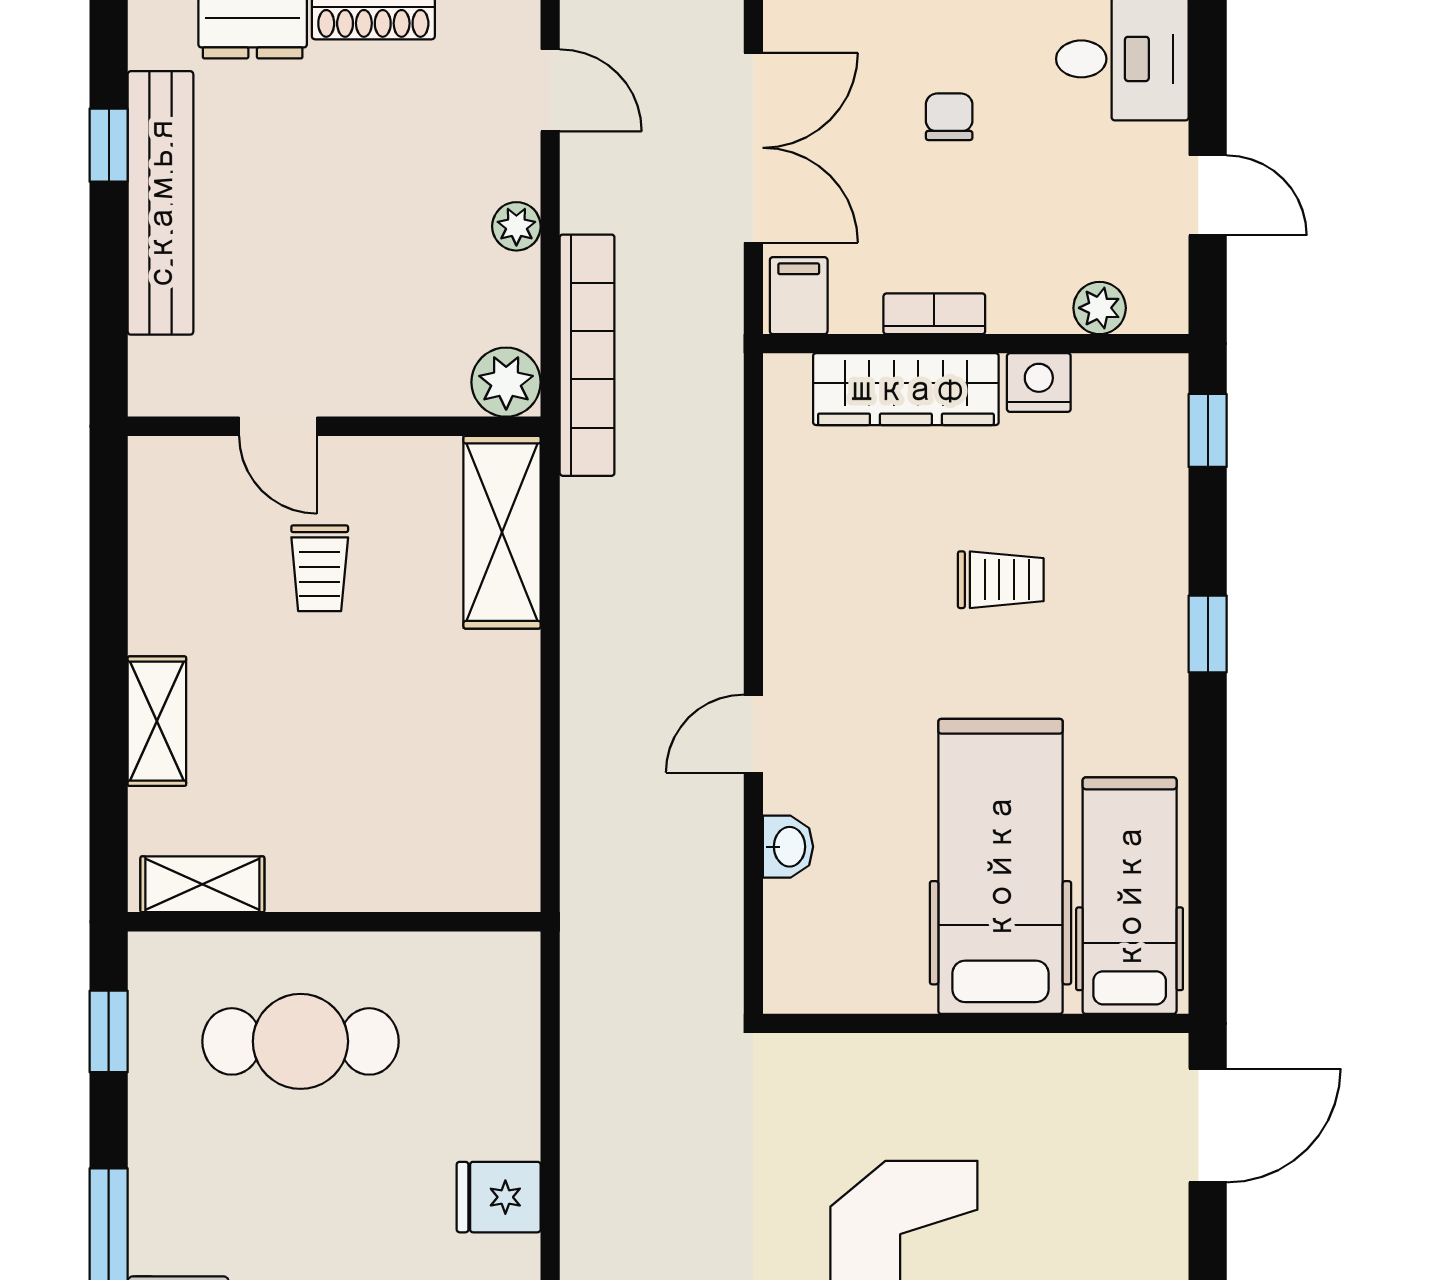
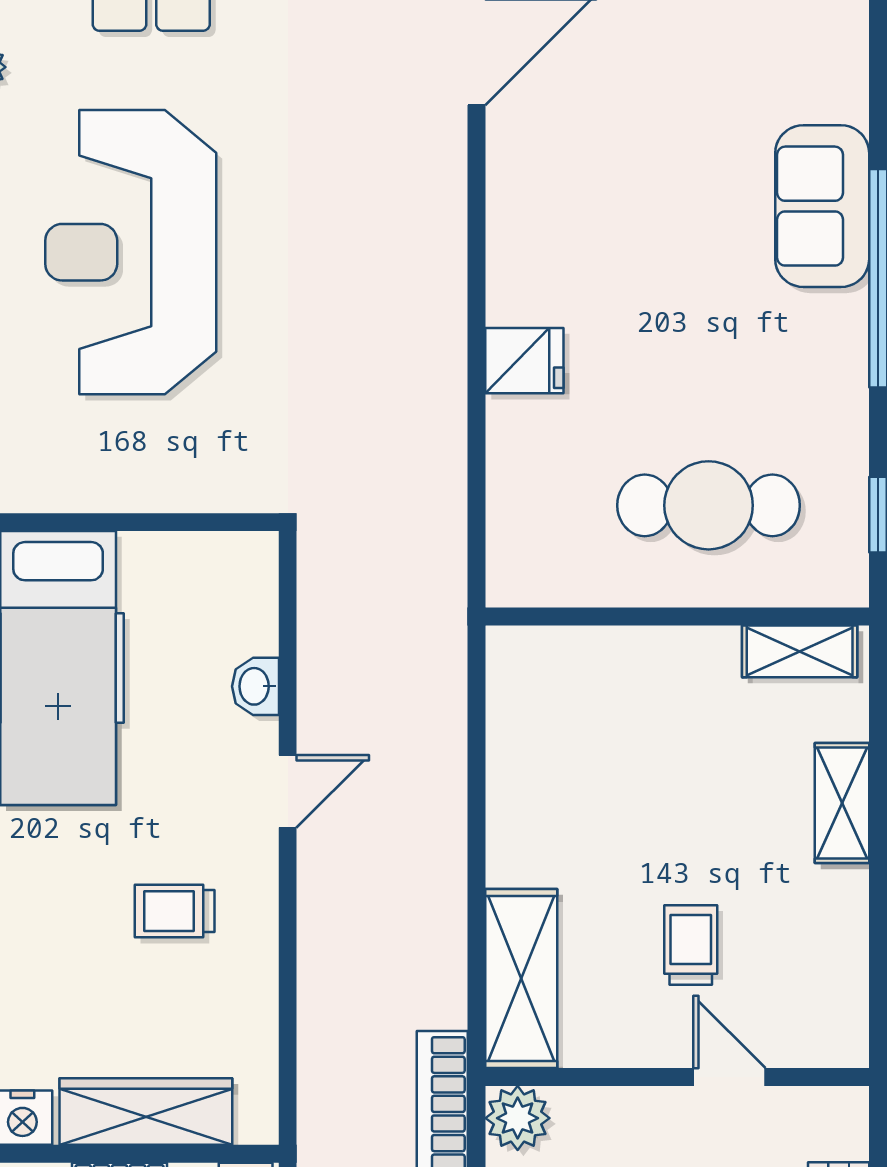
trolley: (1001, 580) -> (175, 911), moved

